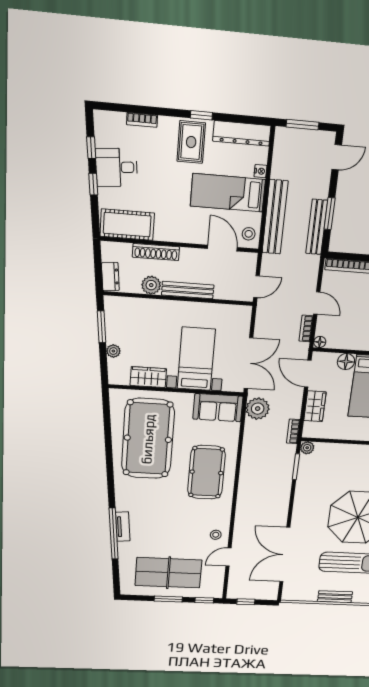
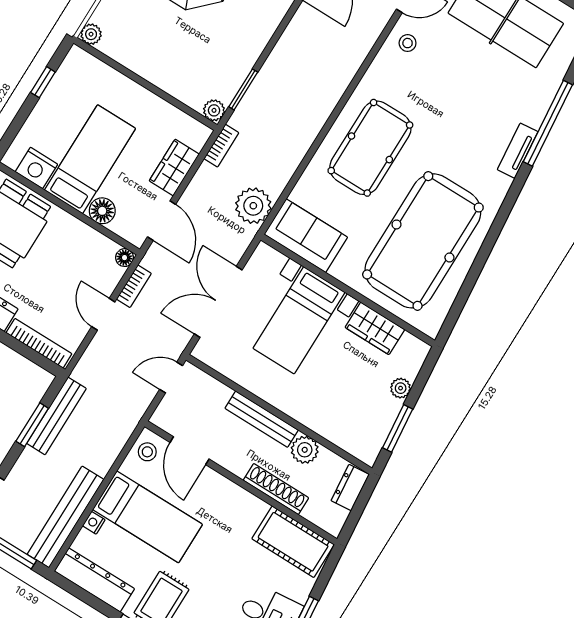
bench: (275, 217) -> (65, 517), moved
double door: (249, 363) -> (218, 302), moved
tv unit: (123, 527) -> (518, 151), moved

